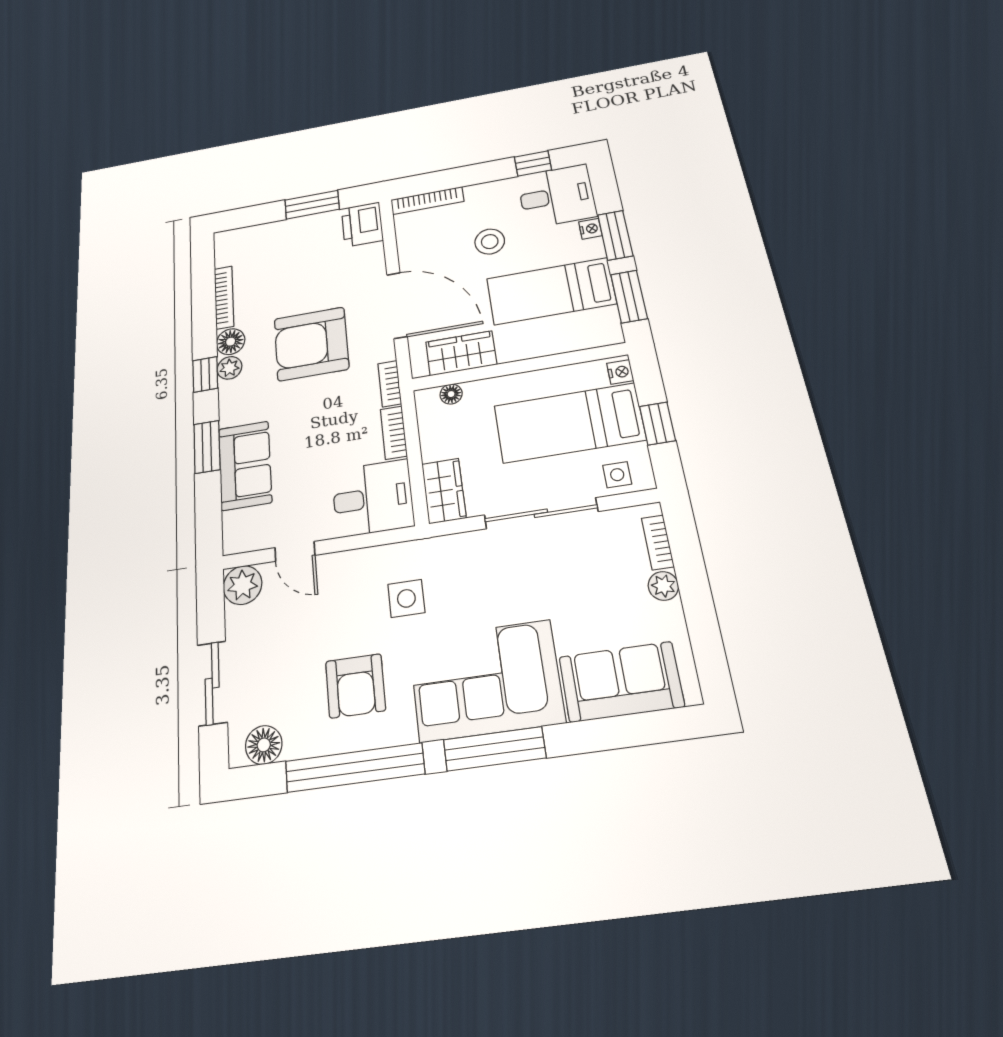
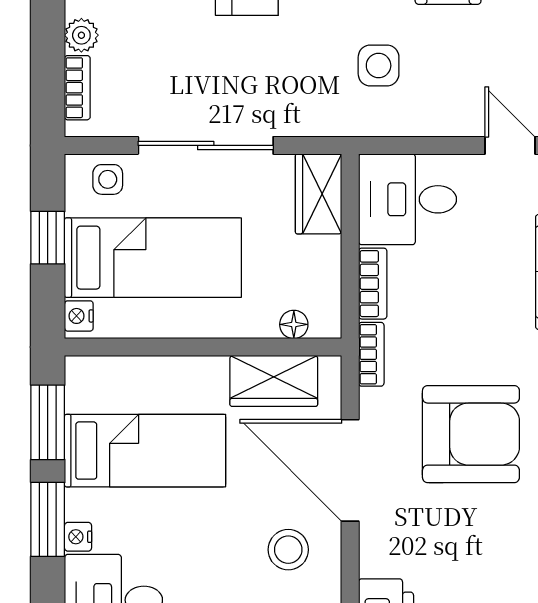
stool: (490, 242) -> (288, 550), moved

